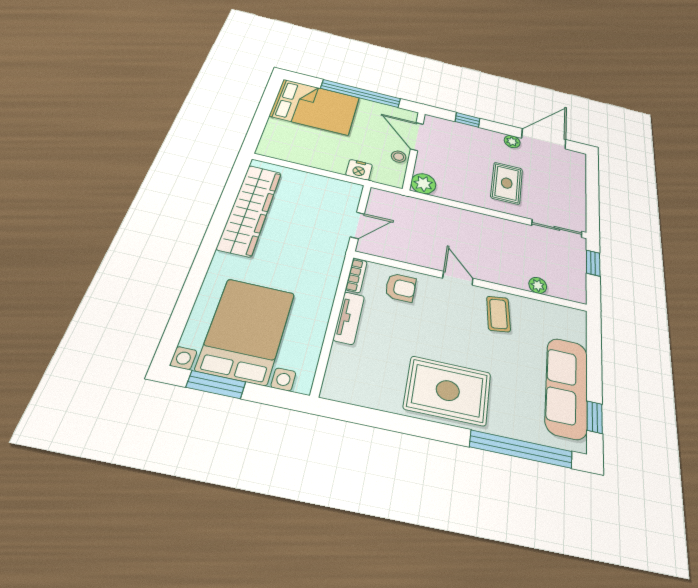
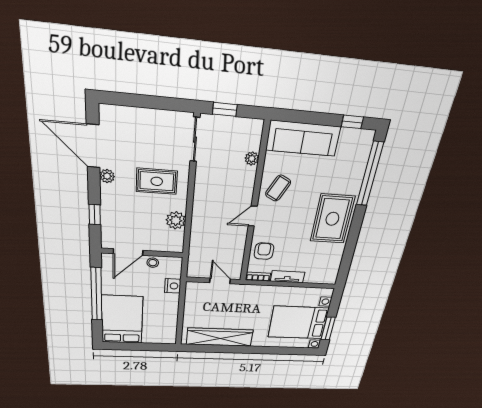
plant: (423, 184) -> (176, 220), moved
coffee table: (498, 314) -> (278, 188), turned -55
sofa: (567, 387) -> (303, 138), moved

